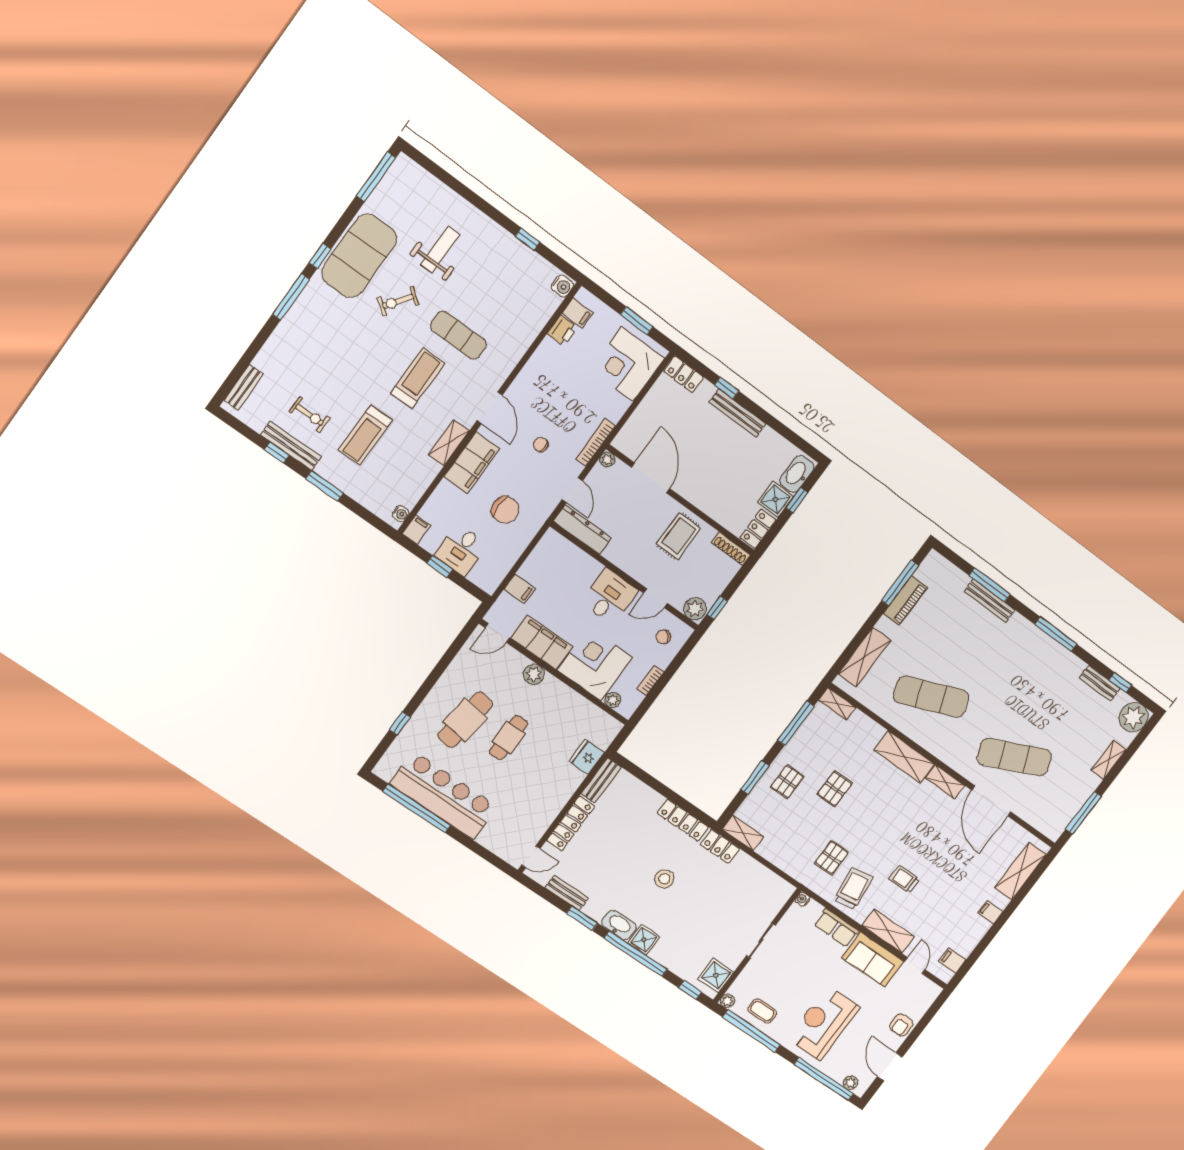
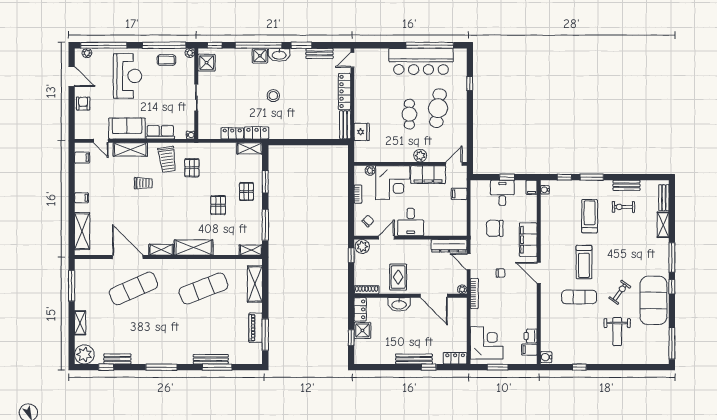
shelving: (449, 443) -> (663, 225), moved
bench: (291, 446) -> (626, 185), width x0.73
window: (277, 453) -> (564, 177), moved
washbasin: (797, 474) -> (399, 304), moved, turned 90
locker: (683, 820) -> (232, 133), moved, width x0.66

